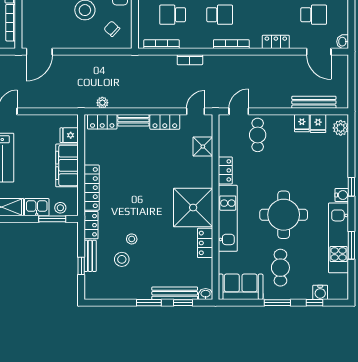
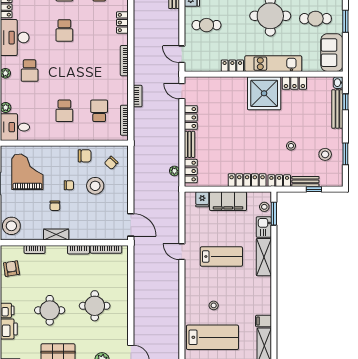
school desk: (173, 15) -> (99, 111), turned 180
school desk: (220, 15) -> (99, 71), removed
cafe table: (258, 135) -> (206, 25), moved
shower: (203, 147) -> (212, 85), removed
stool: (122, 259) -> (325, 154), moved
window: (149, 303) -> (345, 154), moved

